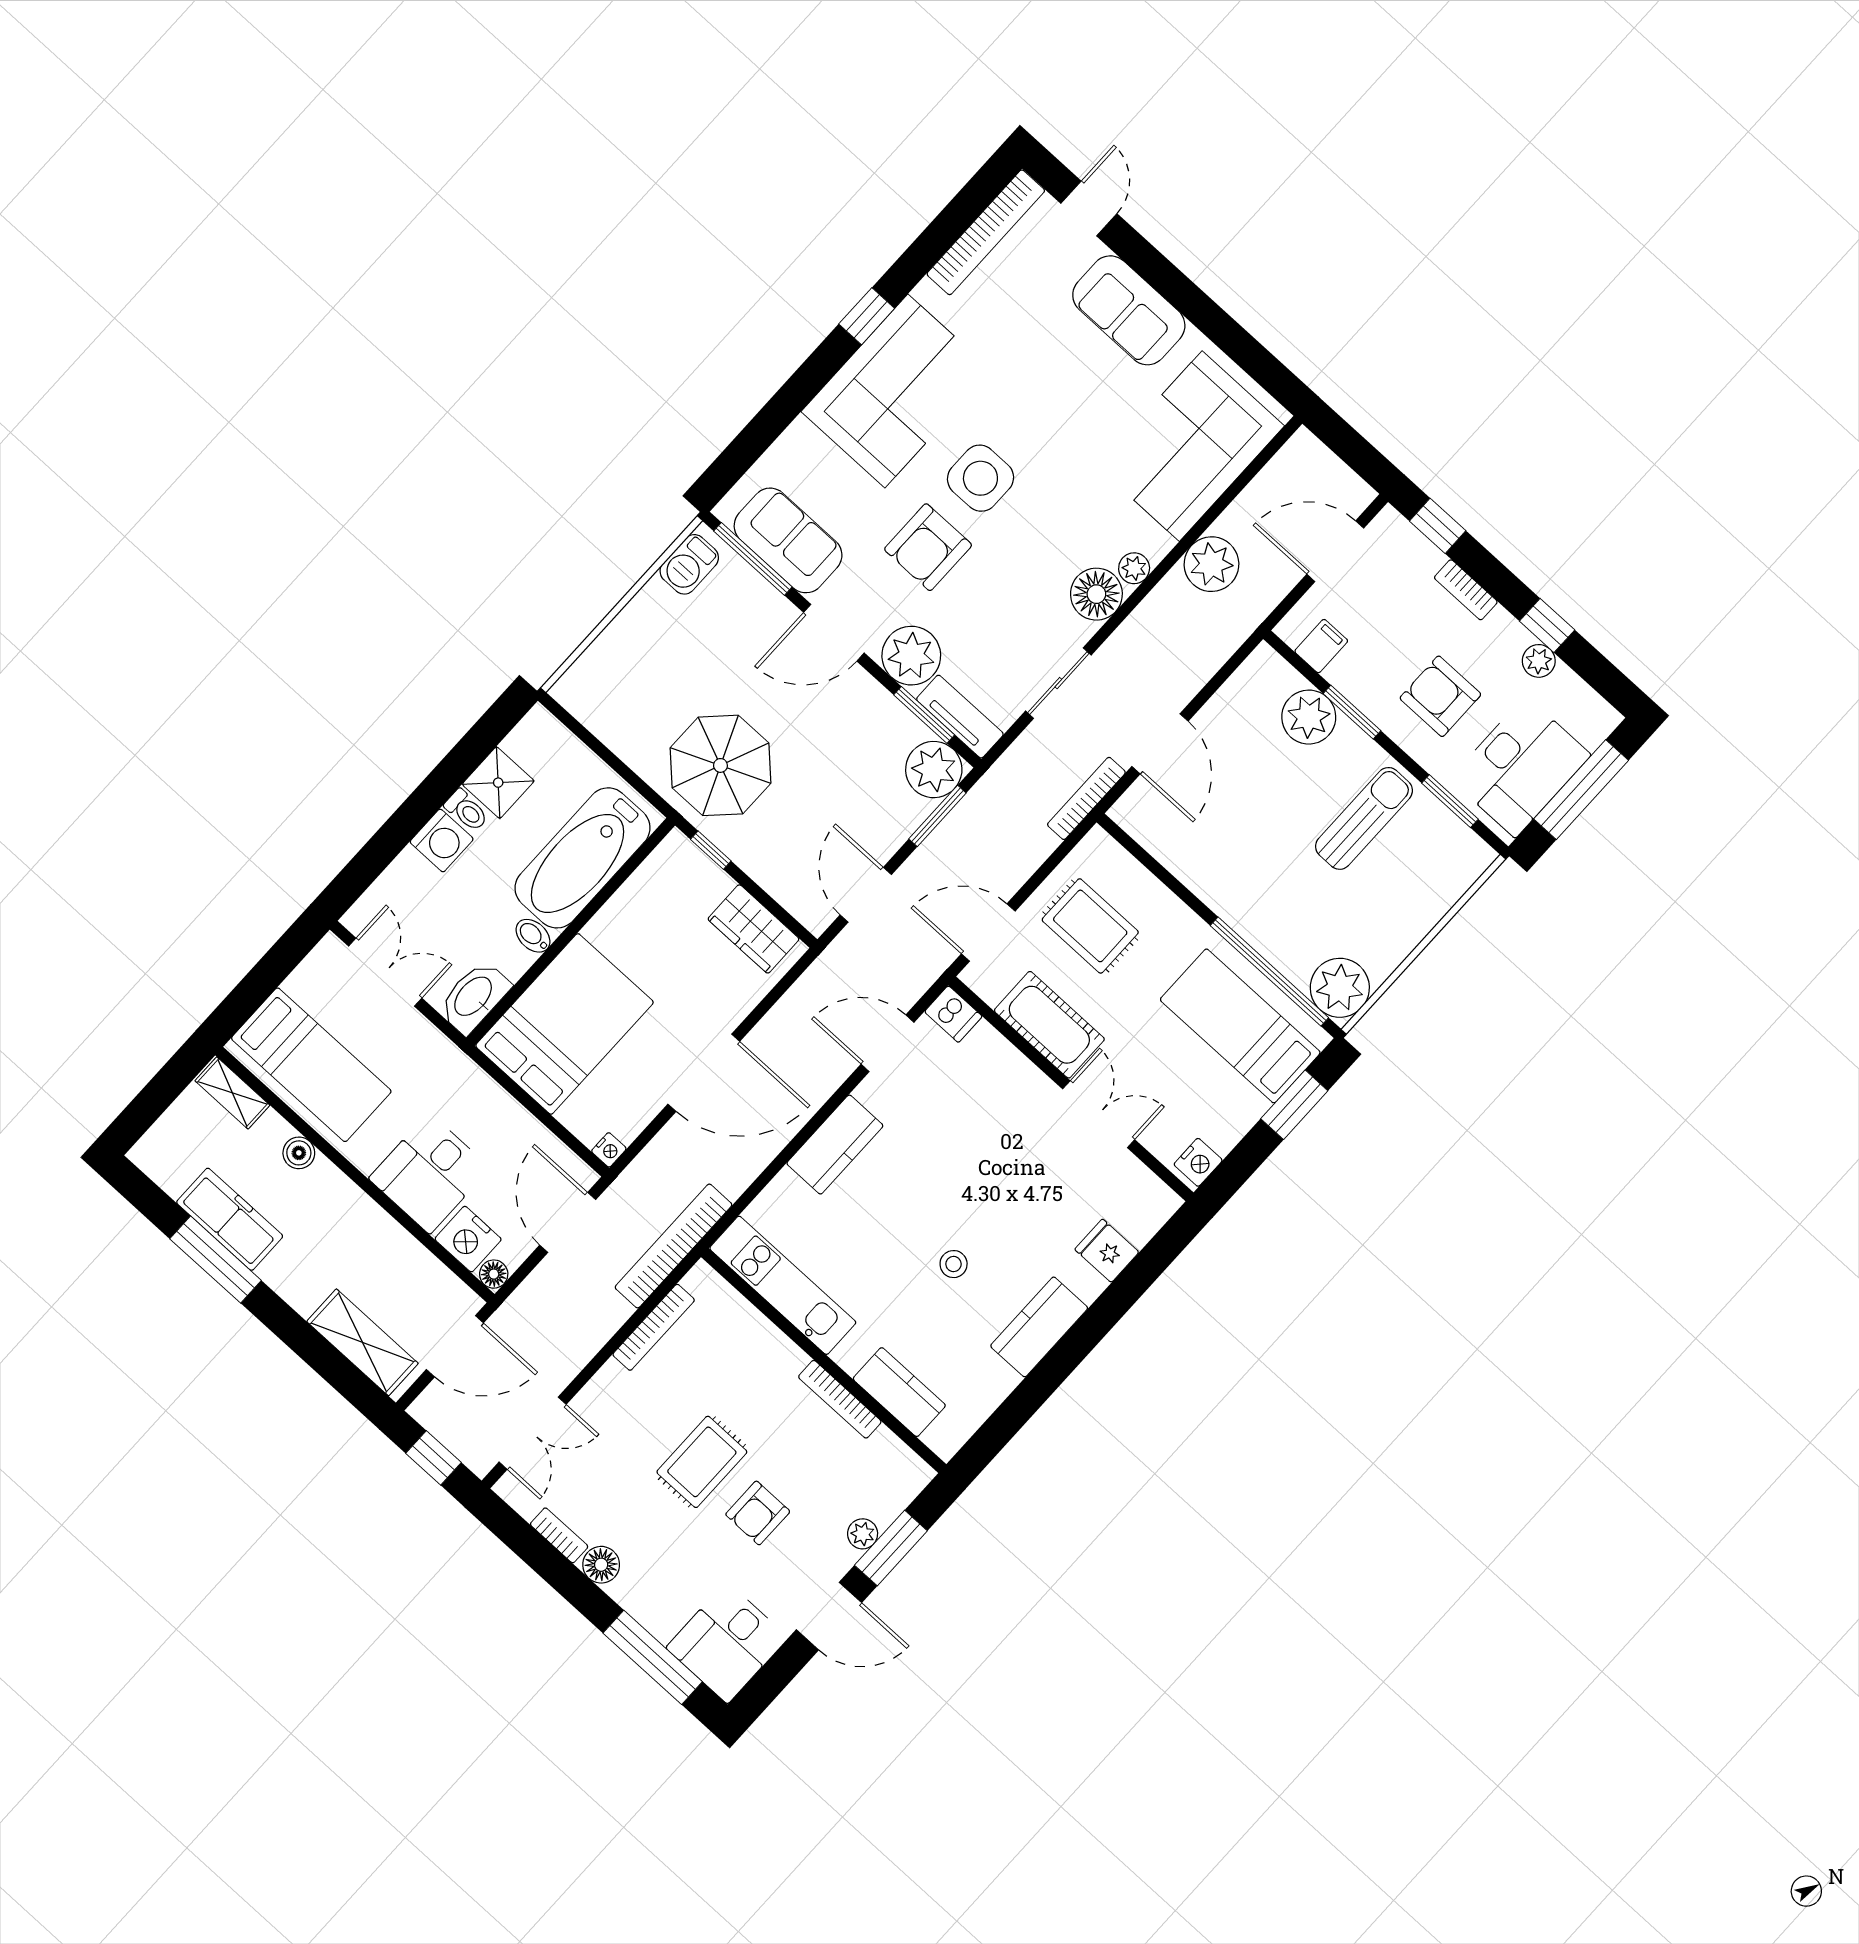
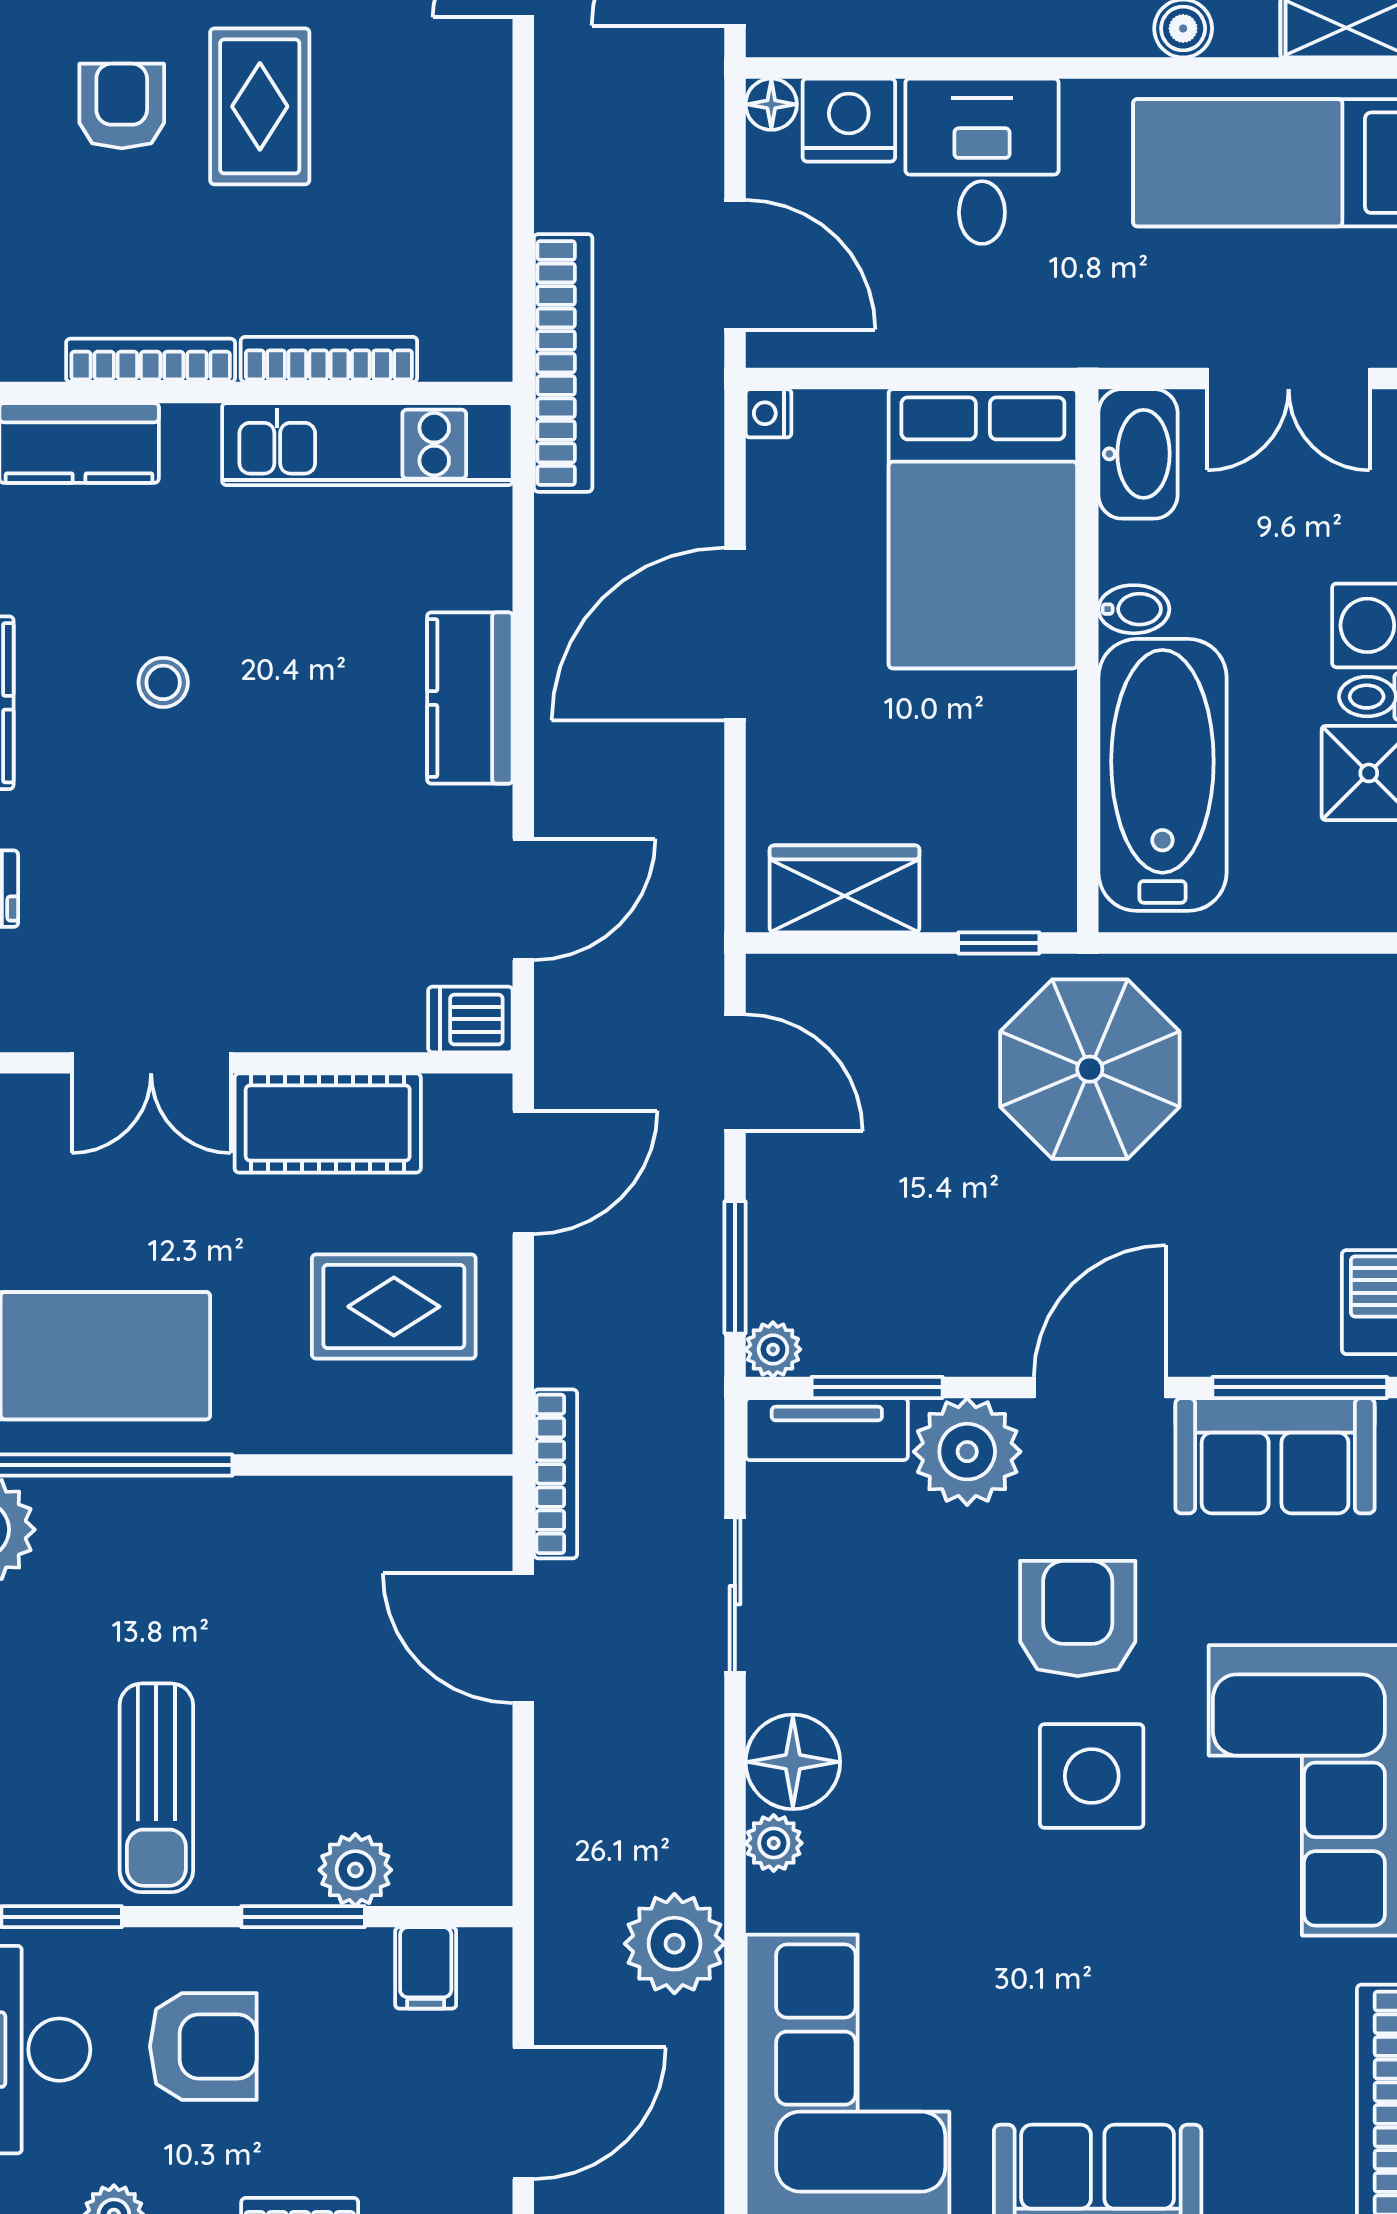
plant: (1309, 717) -> (355, 1870), width x0.73, depth x0.73
plant: (934, 770) -> (773, 1349), width x0.53, depth x0.53
bookcase: (654, 1327) -> (329, 359), moved, turned 90

